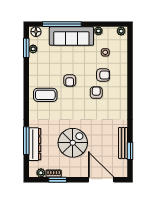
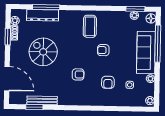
armchair: (96, 93) -> (78, 74), moved
spiral stairs: (73, 143) -> (43, 52), turned 180
door: (101, 180) -> (7, 79), hinge flipped

